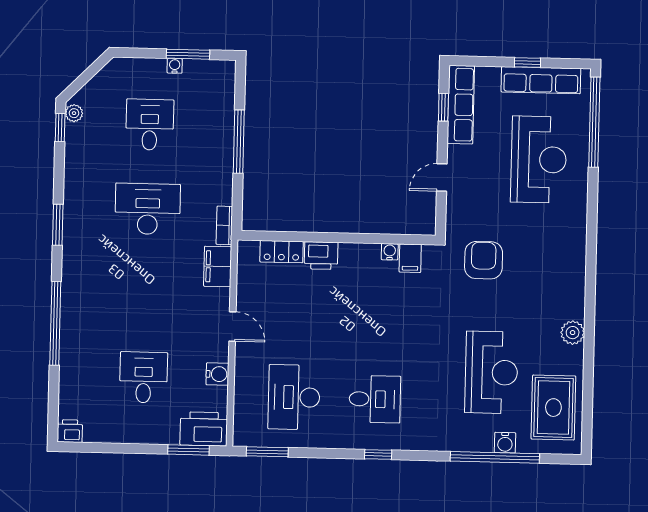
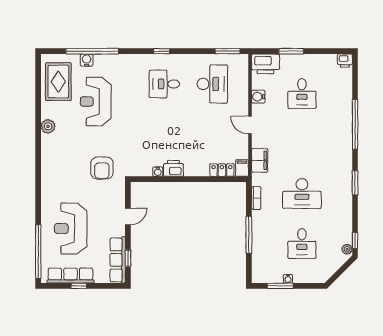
bookcase: (224, 225) -> (256, 198), moved
printer: (321, 256) -> (173, 168), moved
filing cabinet: (410, 258) -> (242, 168), moved
window: (188, 450) -> (291, 51), moved

